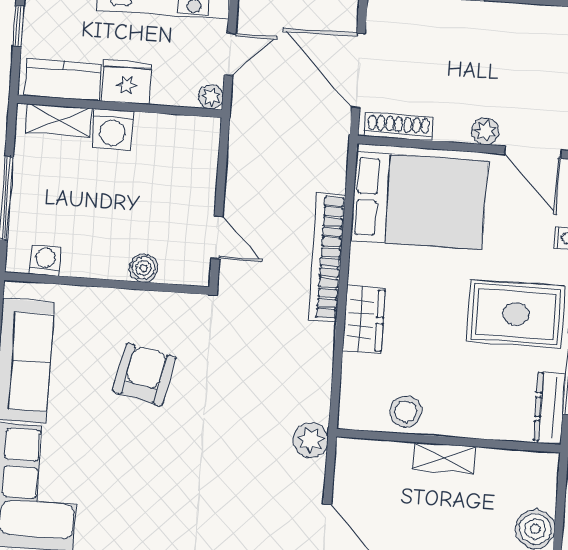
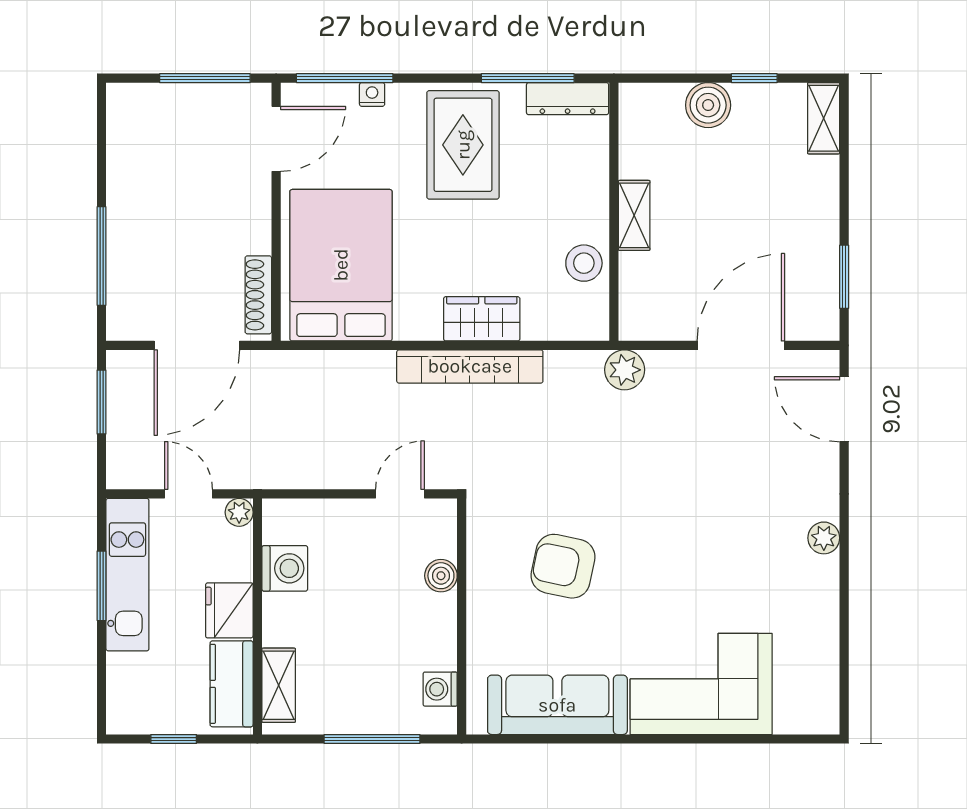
washing machine: (113, 130) -> (285, 568), moved
plant: (485, 131) -> (256, 195), removed
bookcase: (327, 257) -> (470, 366), moved

